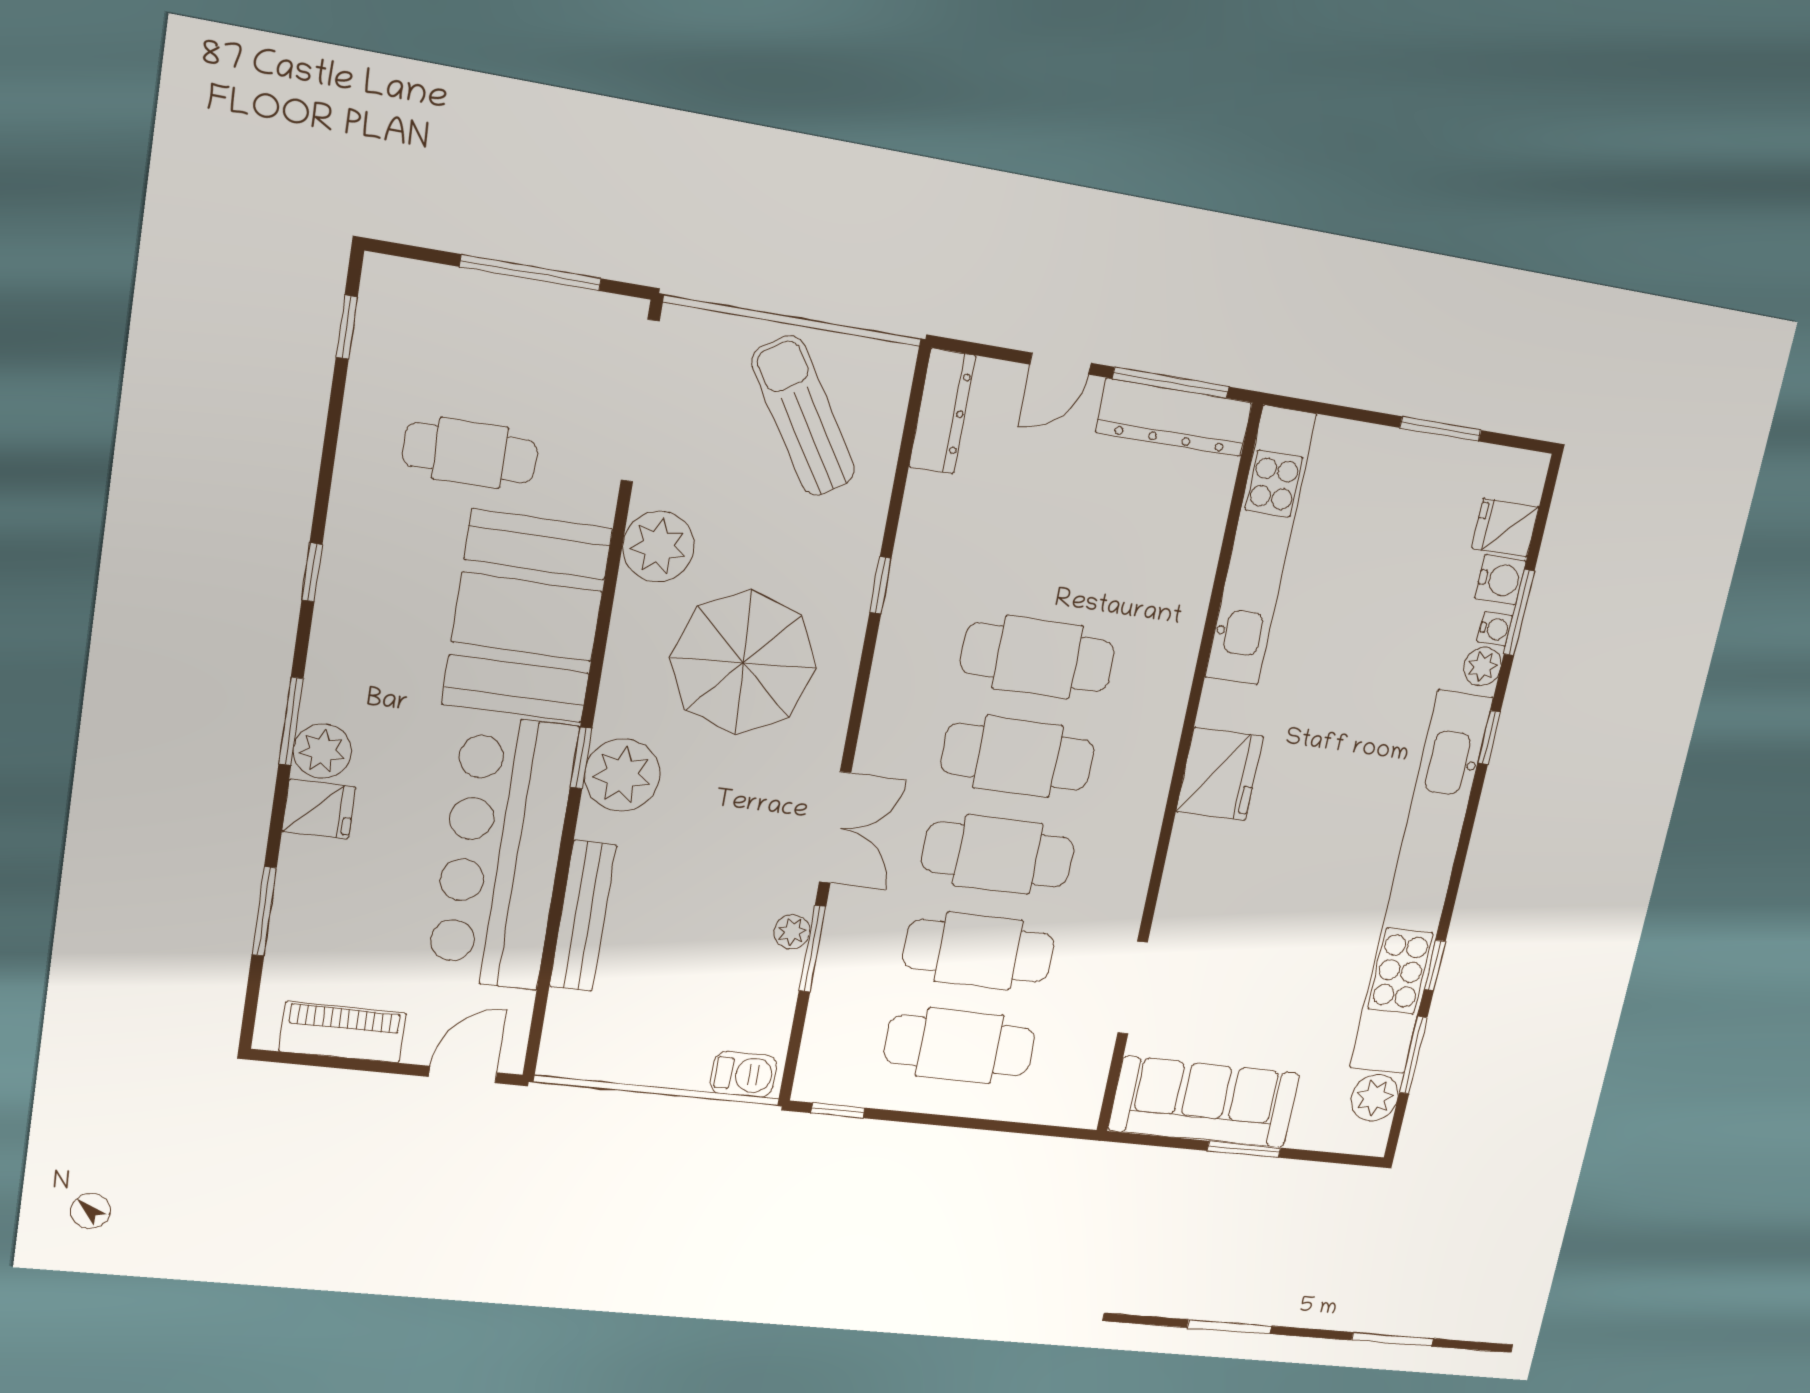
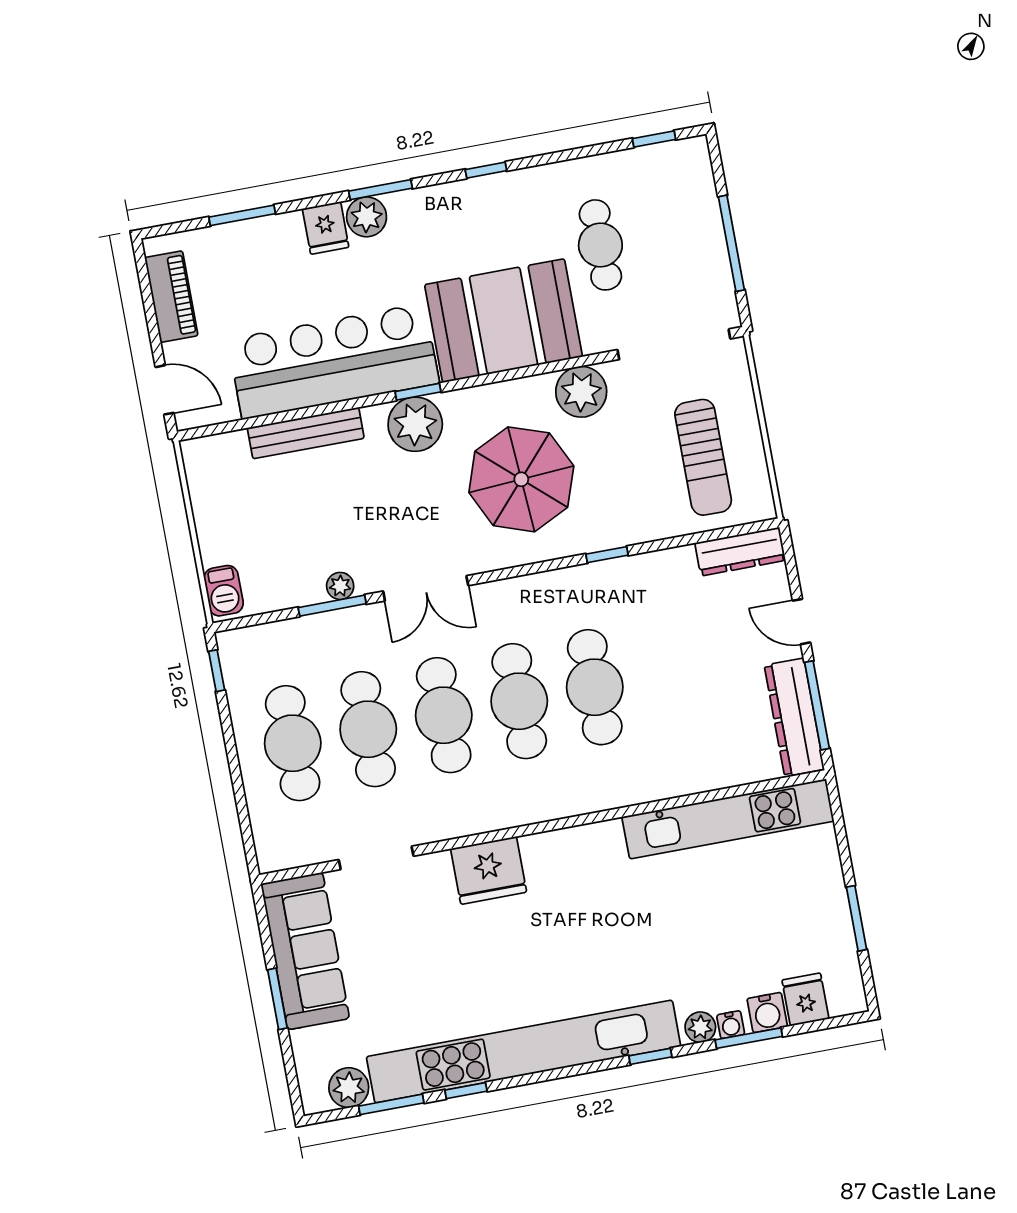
sun lounger: (803, 416) -> (703, 457), turned 123
fridge: (1220, 774) -> (489, 870), moved

